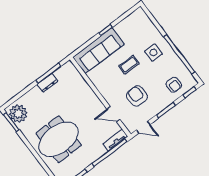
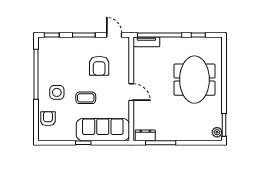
dresser: (47, 83) -> (145, 135), moved
armchair: (174, 85) -> (48, 119), moved
plant: (18, 114) -> (217, 132), width x0.53, depth x0.53
door: (113, 114) -> (131, 92), moved
meeting table: (59, 139) -> (194, 80), turned 90

